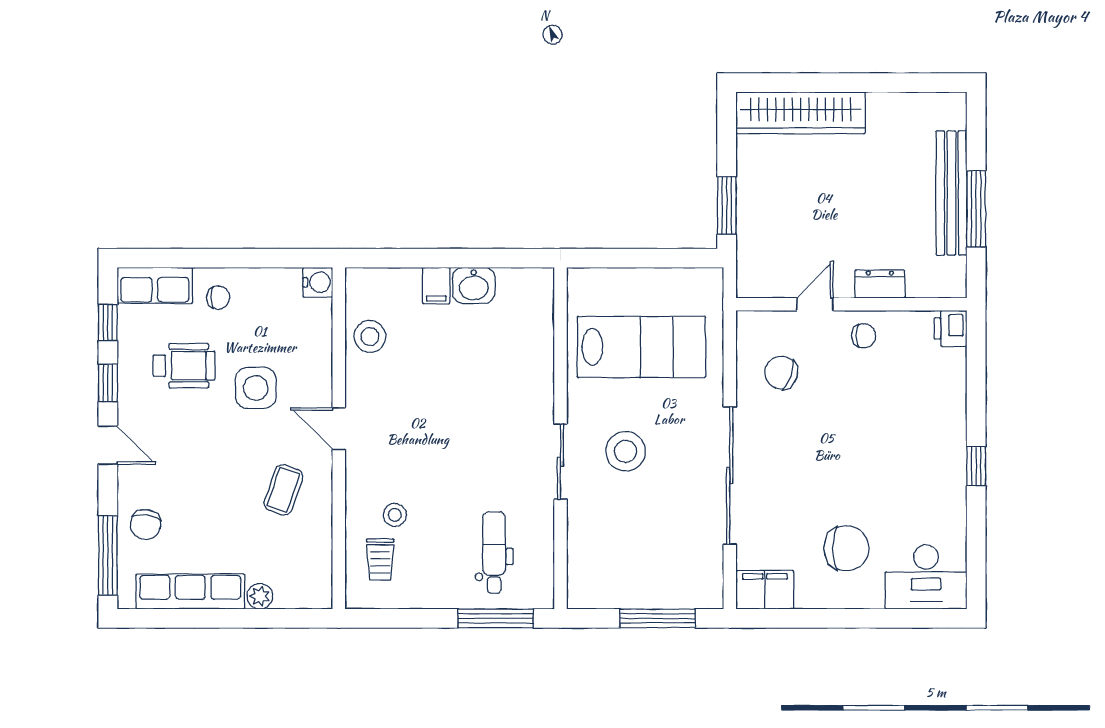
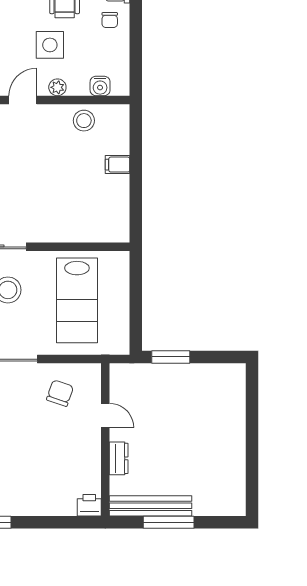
wardrobe: (801, 113) -> (232, 406), removed
bench: (951, 193) -> (150, 506), moved
water cooler: (318, 282) -> (100, 86), moved
washbasin: (474, 285) -> (118, 189), removed
chair: (864, 336) -> (84, 448), removed
plant: (320, 376) -> (57, 87), added

